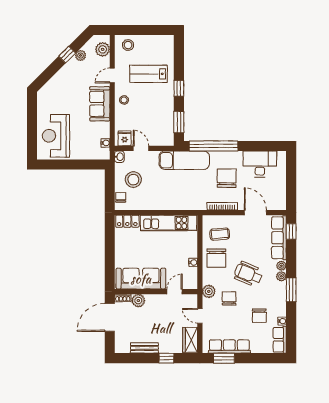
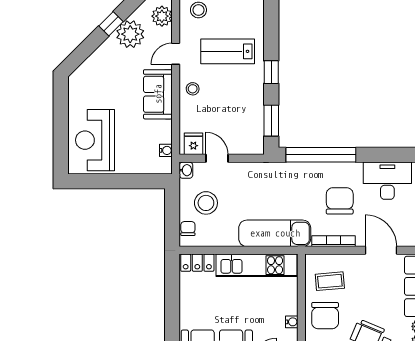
plant: (81, 55) -> (130, 34), width x1.88, depth x1.88
exam couch: (184, 160) -> (275, 233), moved, turned 180

